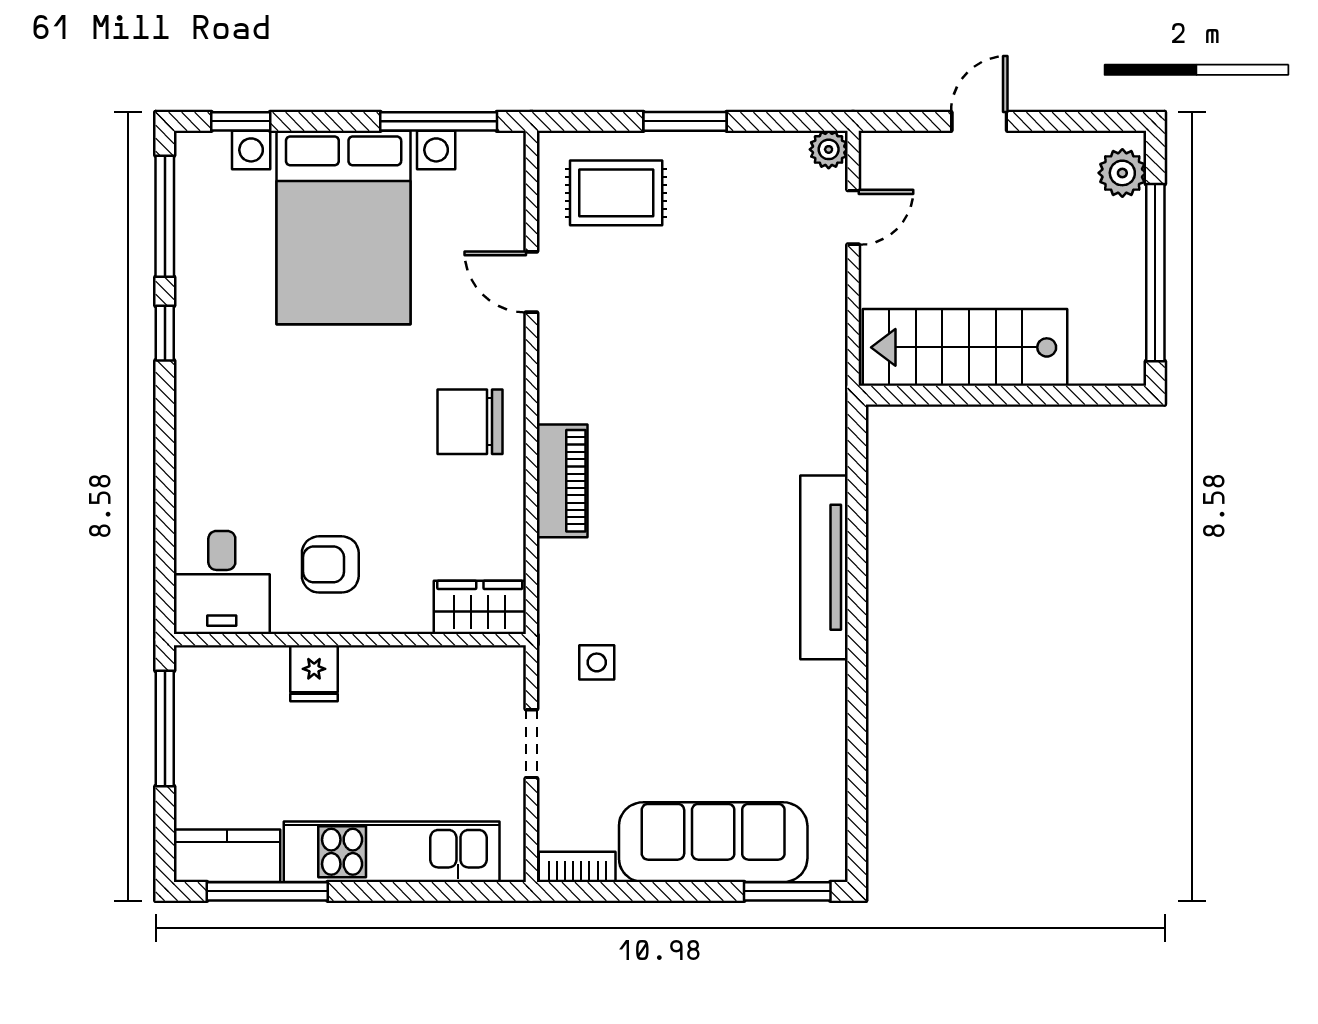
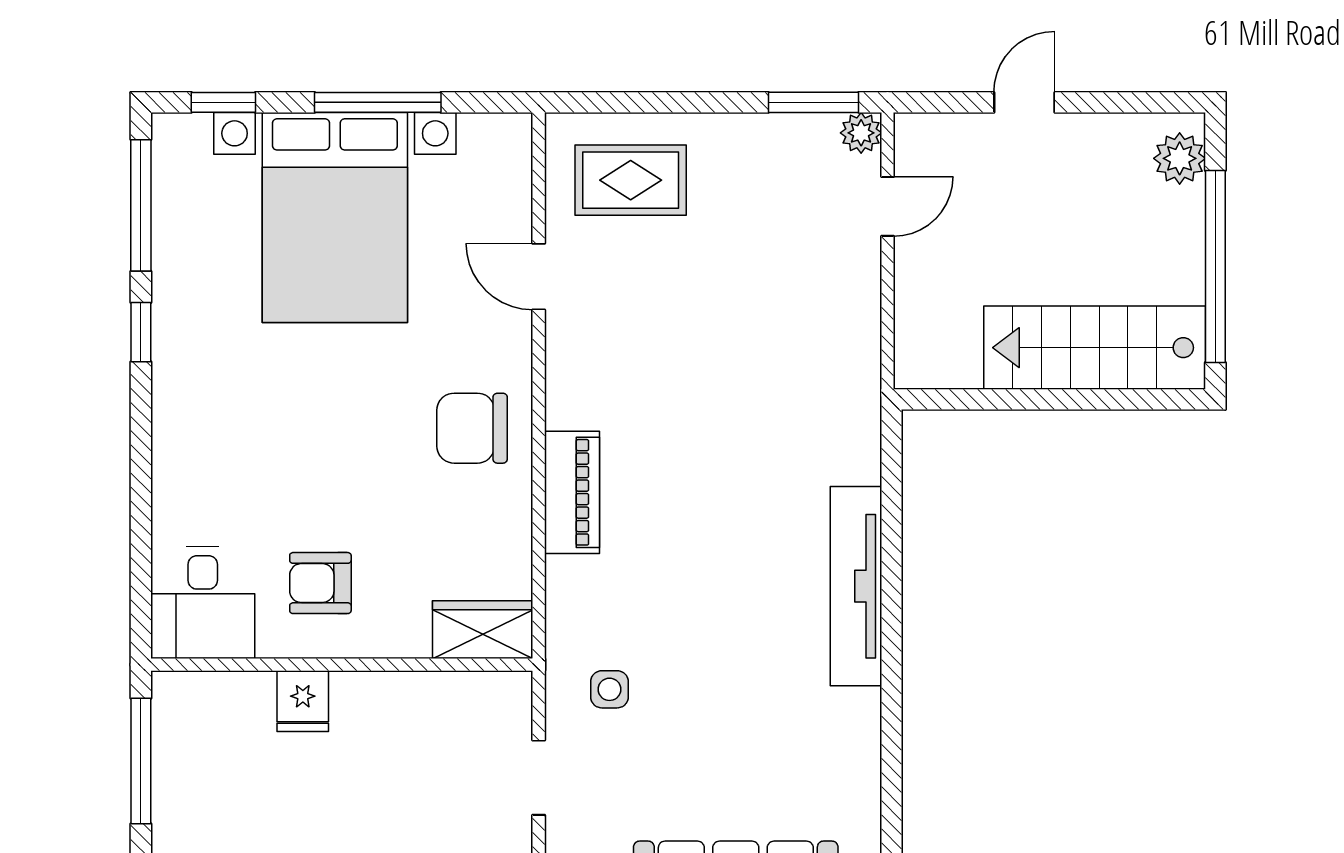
window: (439, 121) -> (378, 102), moved
window: (685, 121) -> (814, 102), moved
stairs: (965, 347) -> (1095, 348), moved

